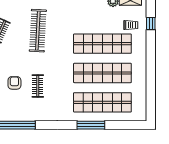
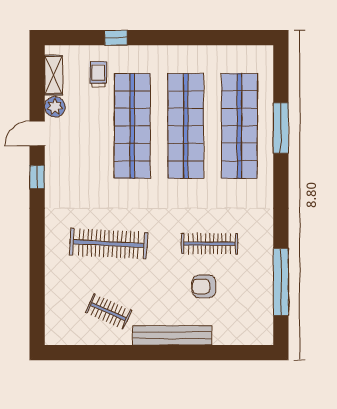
window: (151, 24) -> (116, 38), moved
clothes rail: (38, 86) -> (209, 244), width x1.36
window: (91, 125) -> (281, 128), moved

